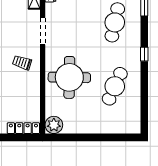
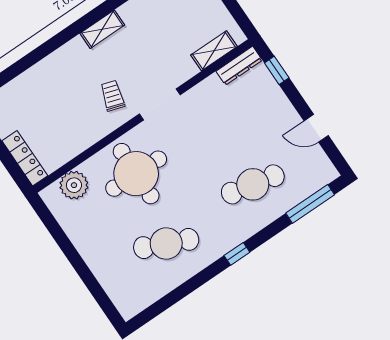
doorway: (43, 31) -> (160, 104), moved
plant: (54, 125) -> (74, 185), moved

